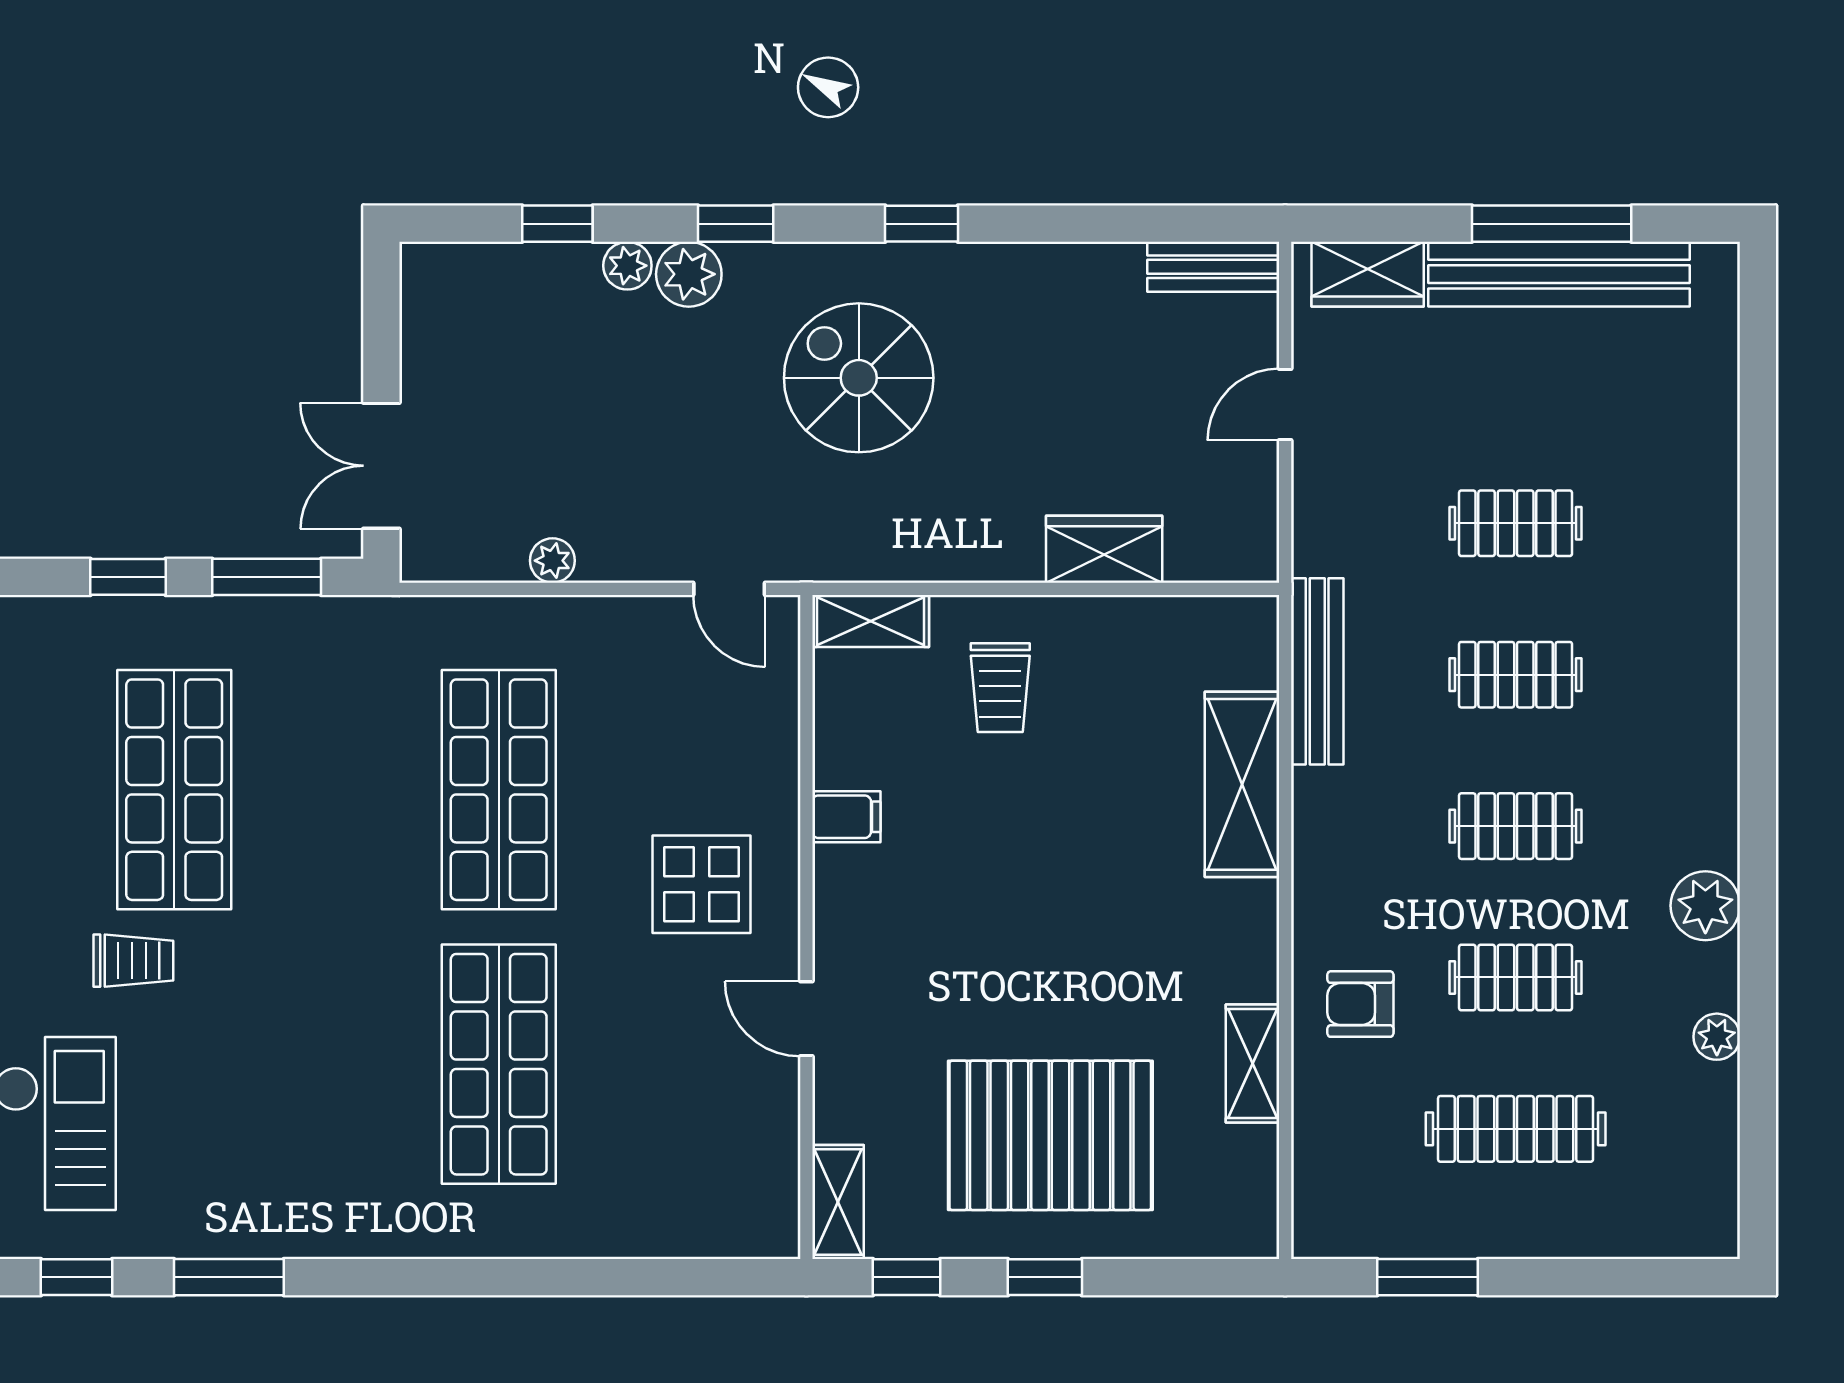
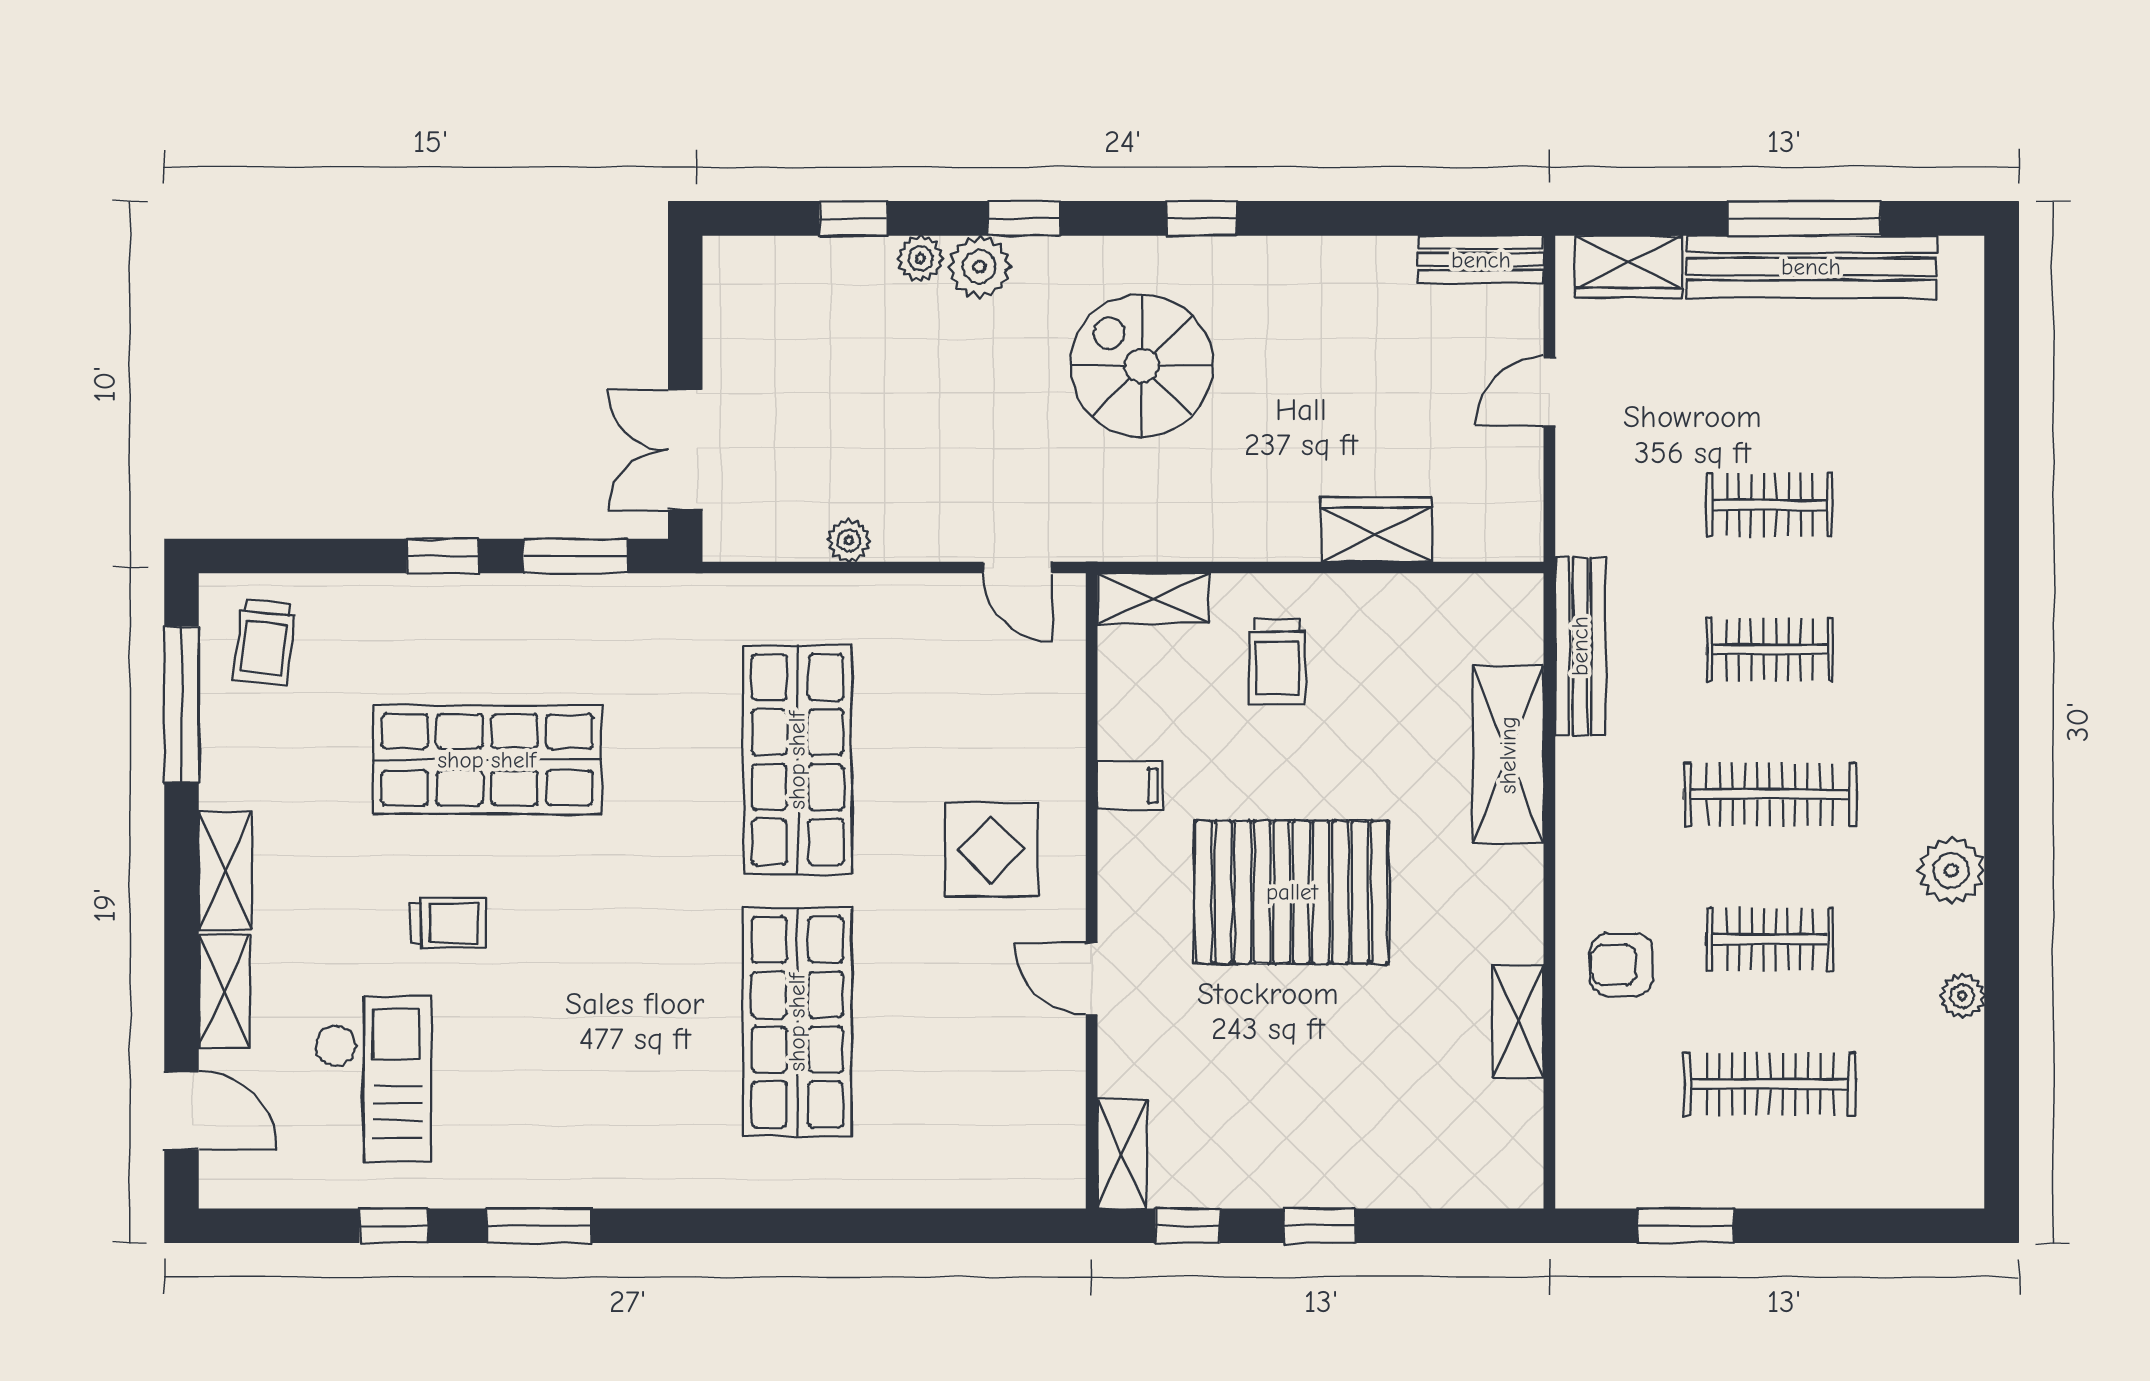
shop shelf: (174, 790) -> (487, 760), turned 90
clothes rail: (1516, 826) -> (1770, 794), width x1.36
pallet: (1050, 1135) -> (1292, 892), moved

